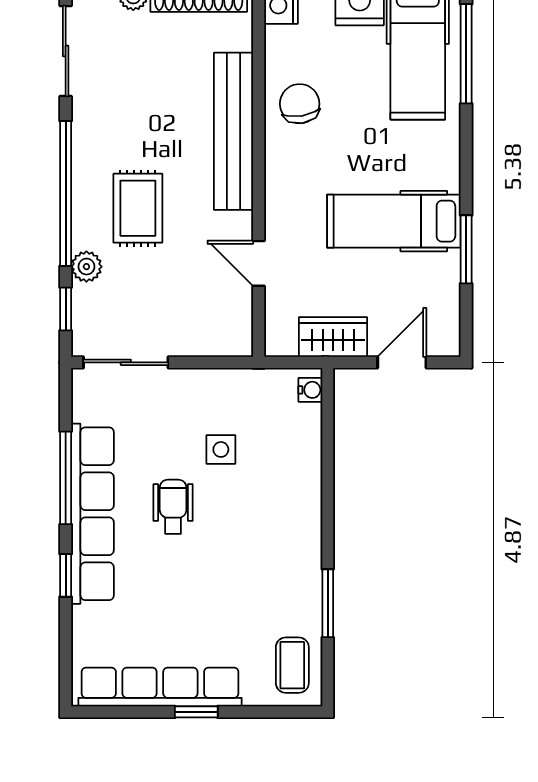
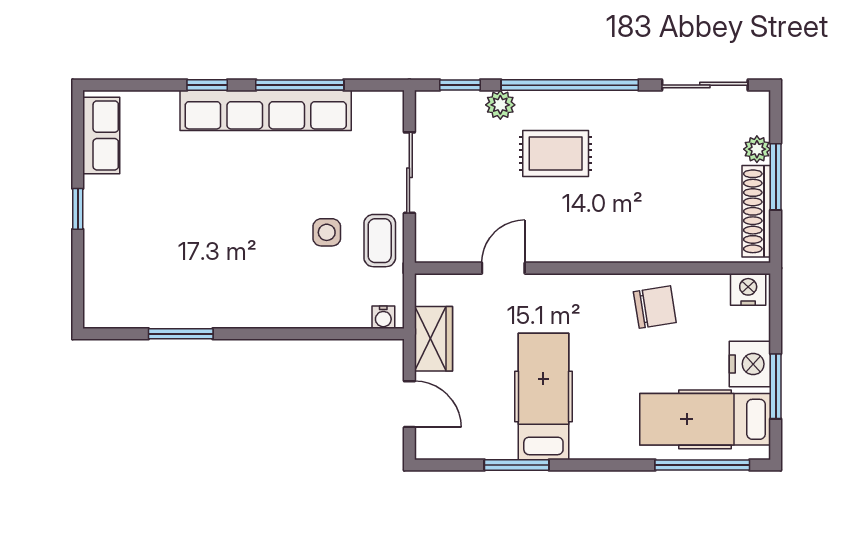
bench: (234, 131) -> (629, 244), removed
sliding door: (126, 362) -> (409, 173), moved
wheelchair: (173, 507) -> (272, 187), removed
coffee table: (292, 665) -> (380, 241), moved, turned 90
row of seats: (160, 687) -> (101, 135), width x0.50

